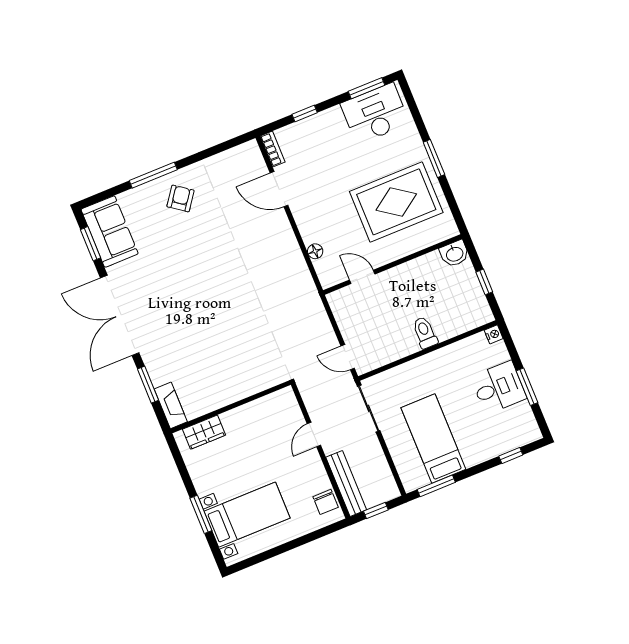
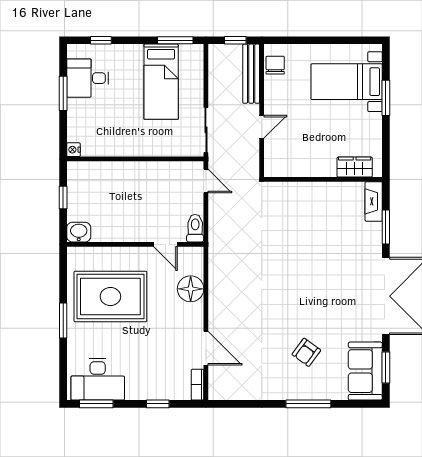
armchair: (180, 198) -> (306, 352), moved
floor lamp: (315, 251) -> (191, 289), width x1.89, depth x1.89
toilet: (425, 333) -> (195, 228), moved, turned 180
desk: (499, 387) -> (88, 78), moved

